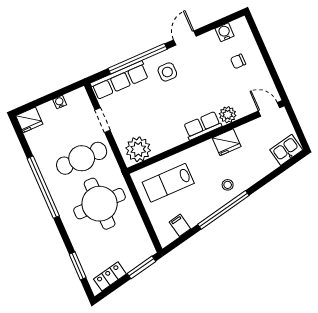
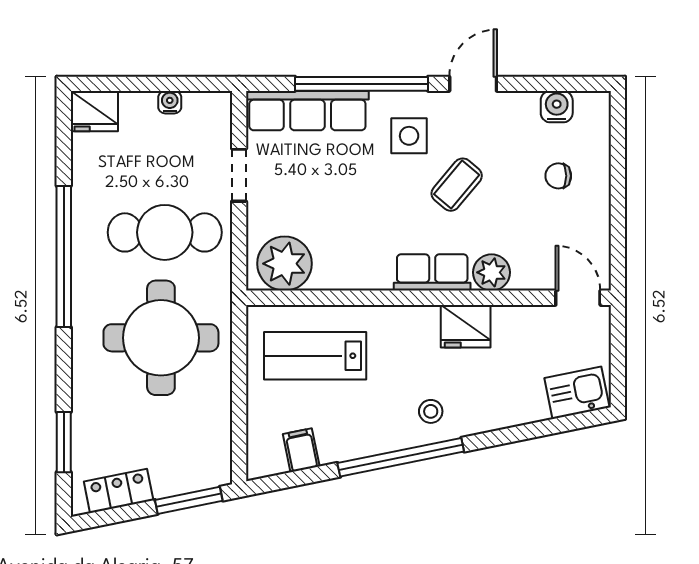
coffee table: (197, 84) -> (457, 185), added

